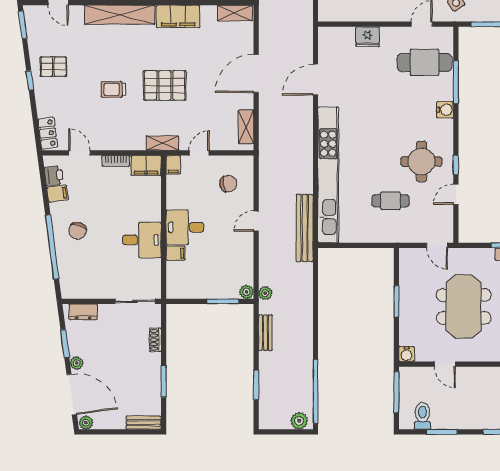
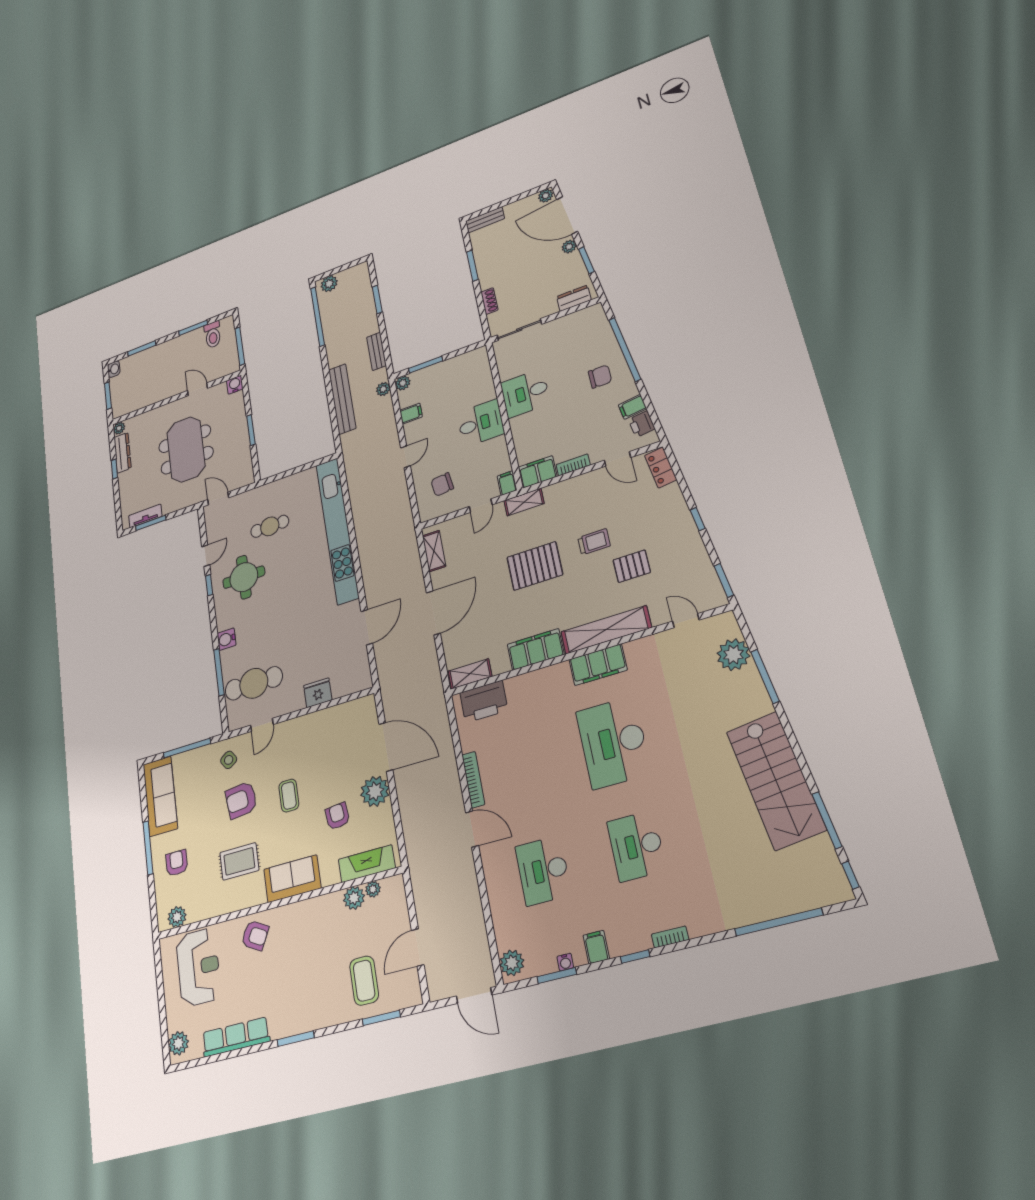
pallet: (53, 67) -> (632, 566), moved
bench: (305, 228) -> (342, 399), moved
chair: (77, 231) -> (600, 377), turned 73
filing cabinet: (176, 253) -> (411, 414), moved, turned 180

